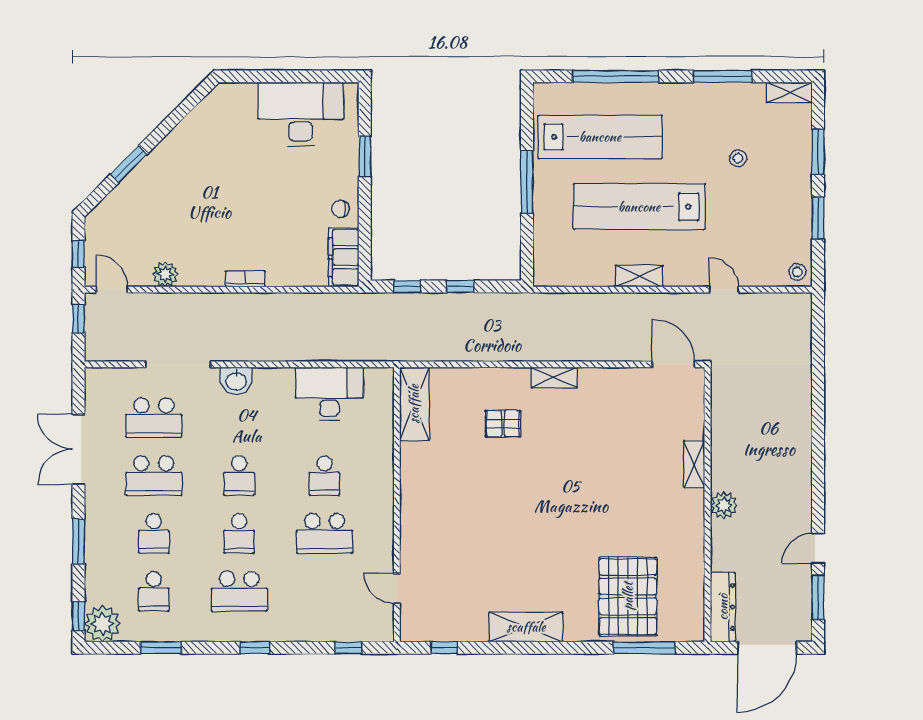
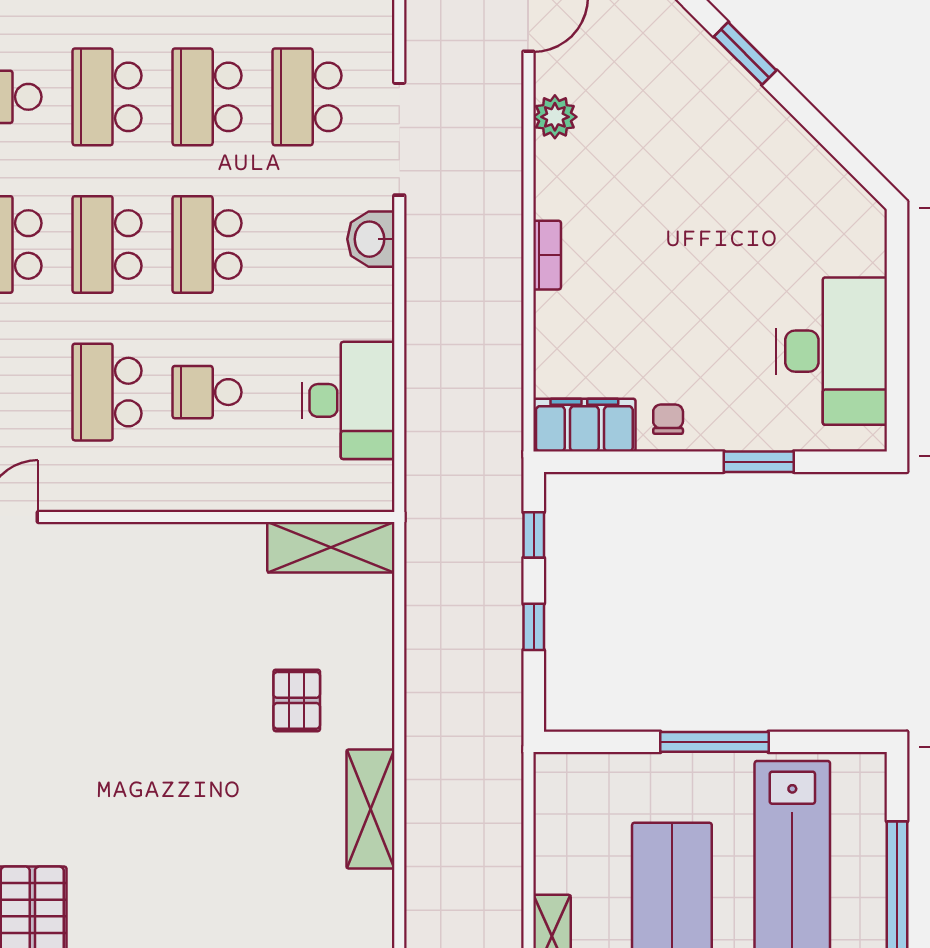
shelving: (554, 378) -> (371, 809), width x1.50, depth x1.33
school desk: (239, 476) -> (207, 244), width x1.85
school desk: (154, 533) -> (107, 97), width x1.85
school desk: (239, 533) -> (107, 244), width x1.85

